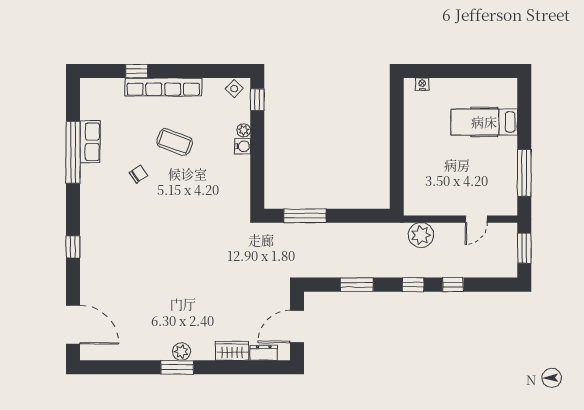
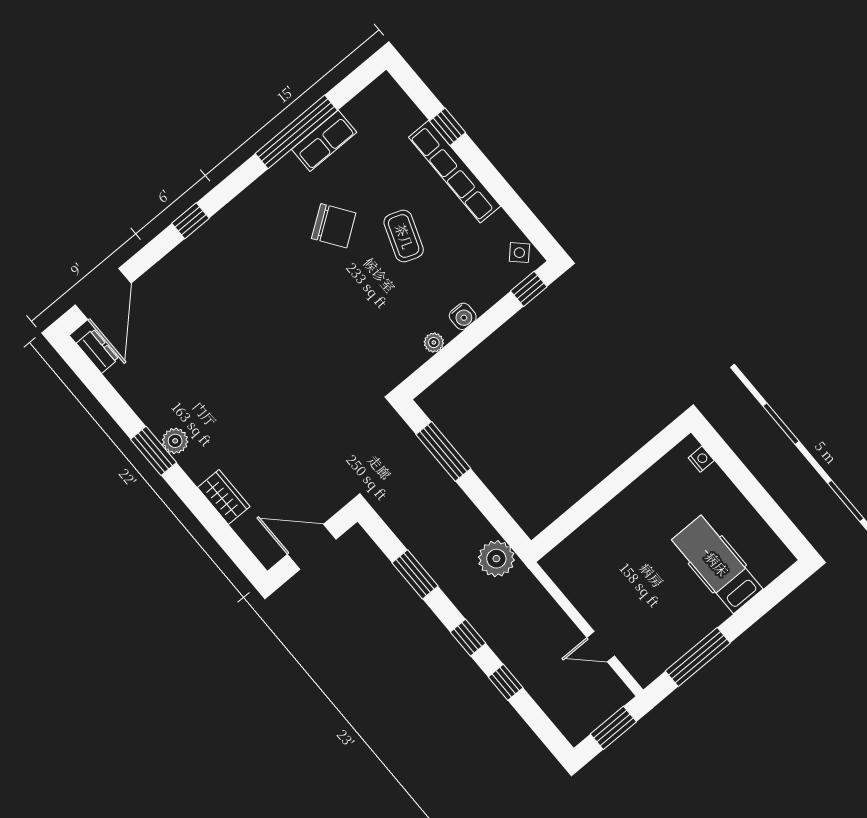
plant: (244, 130) -> (434, 343), moved
chair: (139, 174) -> (334, 226), width x1.87, depth x1.87
plant: (421, 235) -> (496, 559), moved
dresser: (264, 353) -> (97, 351), moved

